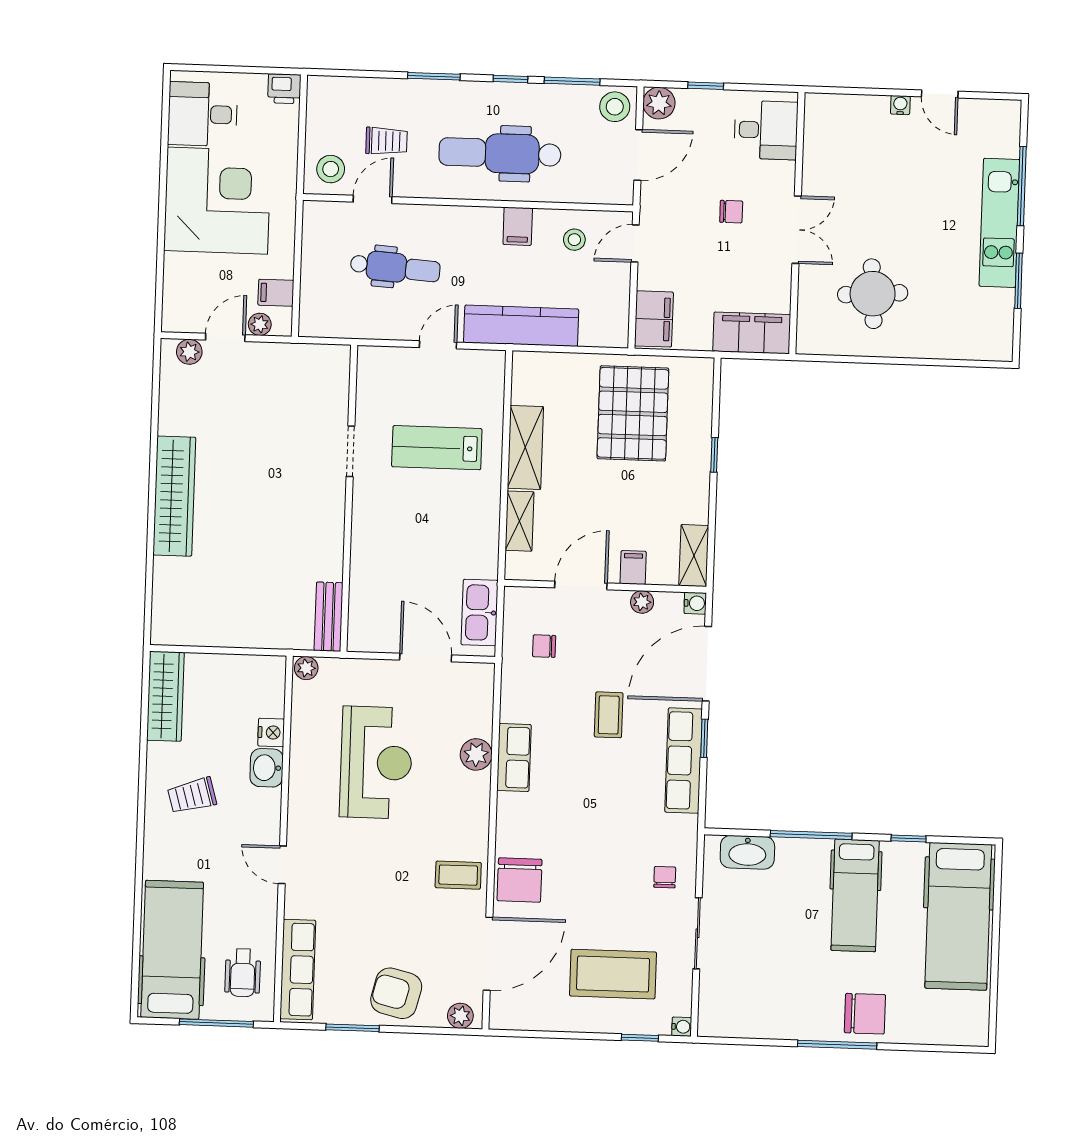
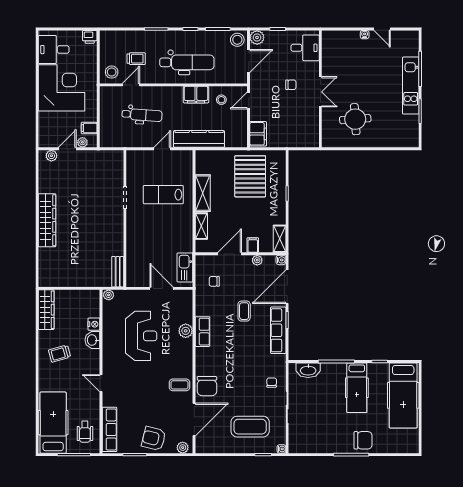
dental chair: (500, 153) -> (187, 62), turned 180
filing cabinet: (518, 226) -> (196, 95), width x2.00
filing cabinet: (752, 333) -> (302, 139), removed

